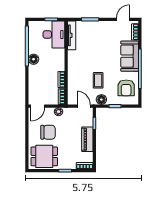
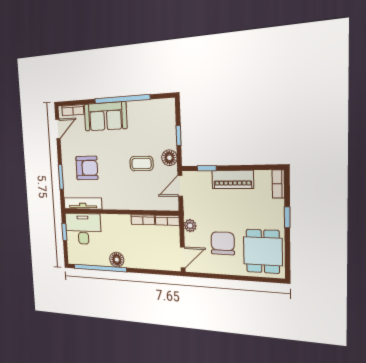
door: (123, 19) -> (58, 129), swing flipped
armchair: (126, 88) -> (87, 168), moved
door: (38, 106) -> (183, 257), hinge flipped

